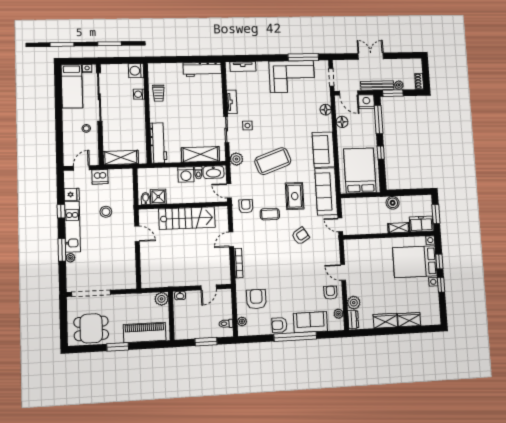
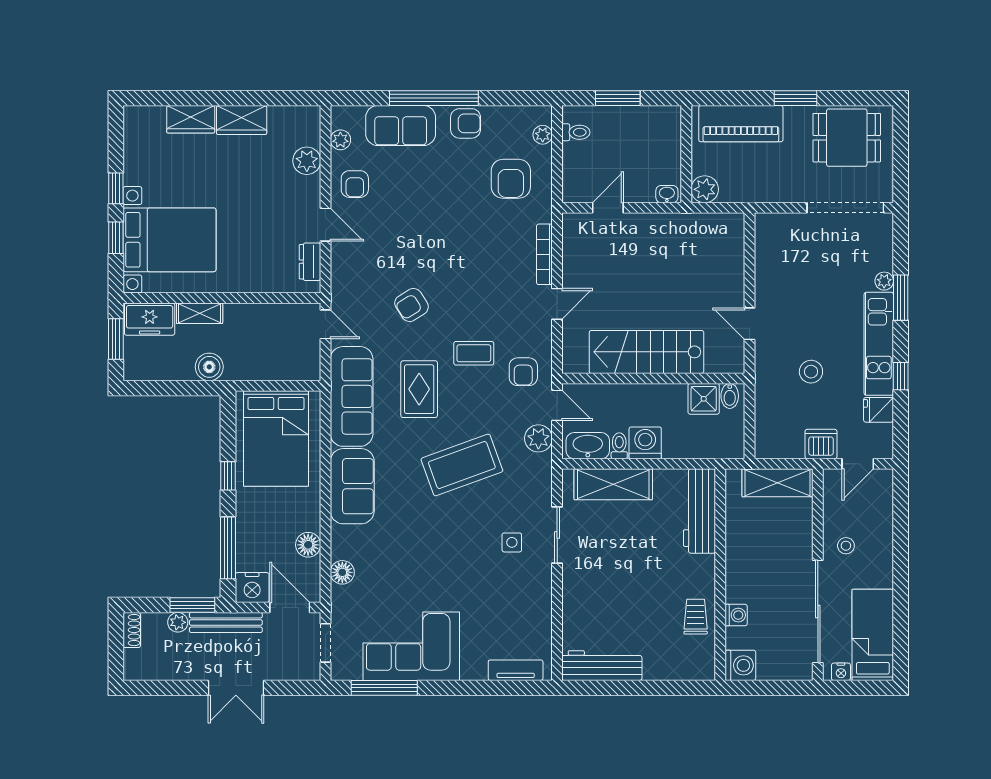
tv unit: (232, 102) -> (542, 594), removed
plant: (236, 159) -> (538, 438), moved
dresser: (353, 319) -> (310, 262), moved

